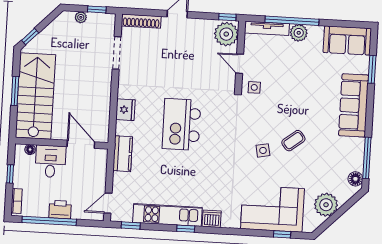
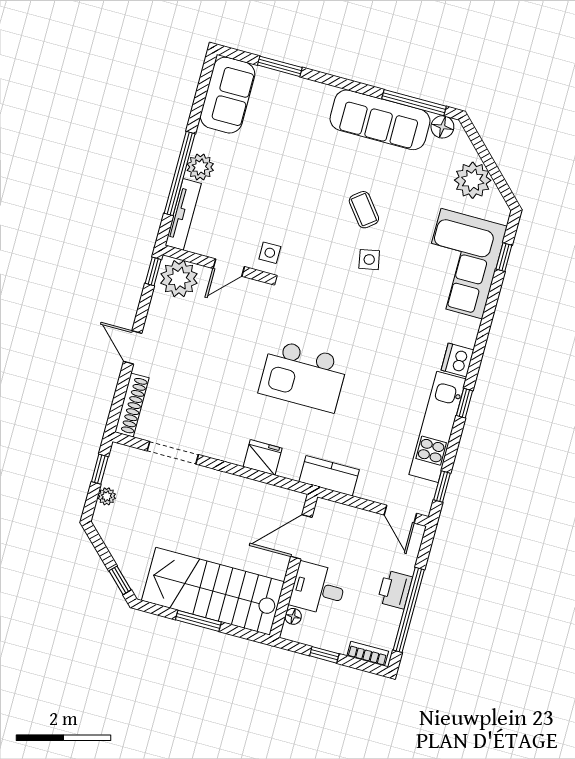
sofa: (354, 105) -> (380, 120), moved

